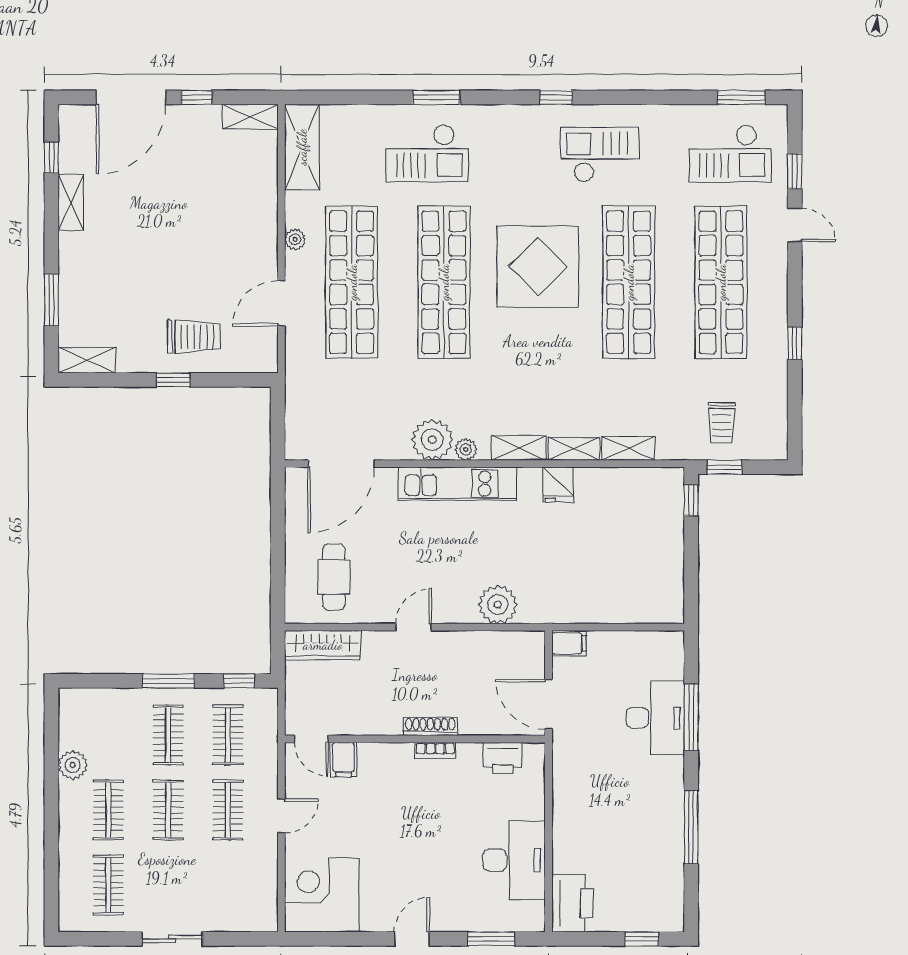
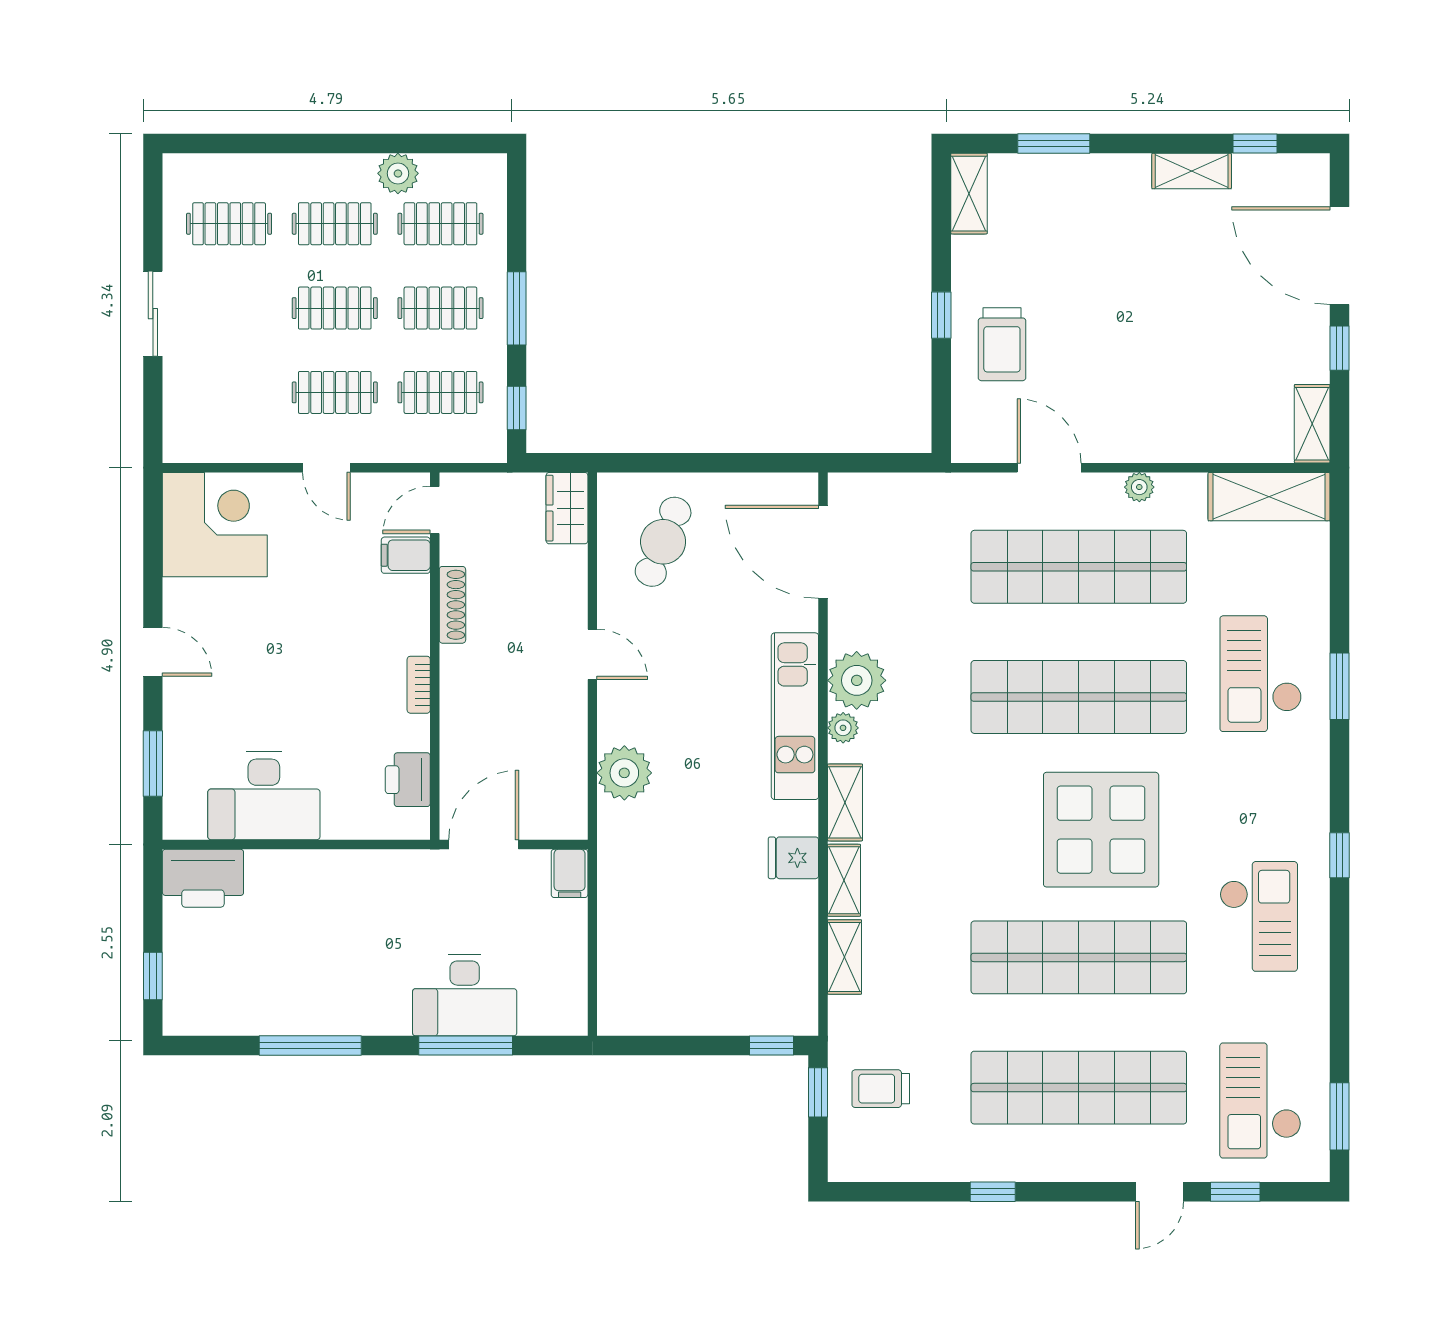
cafe table: (334, 577) -> (663, 542), turned -68
wardrobe: (323, 645) -> (567, 508), width x0.67
shoe rack: (430, 726) -> (452, 605), moved
clothes rail: (108, 735) -> (440, 224), added

